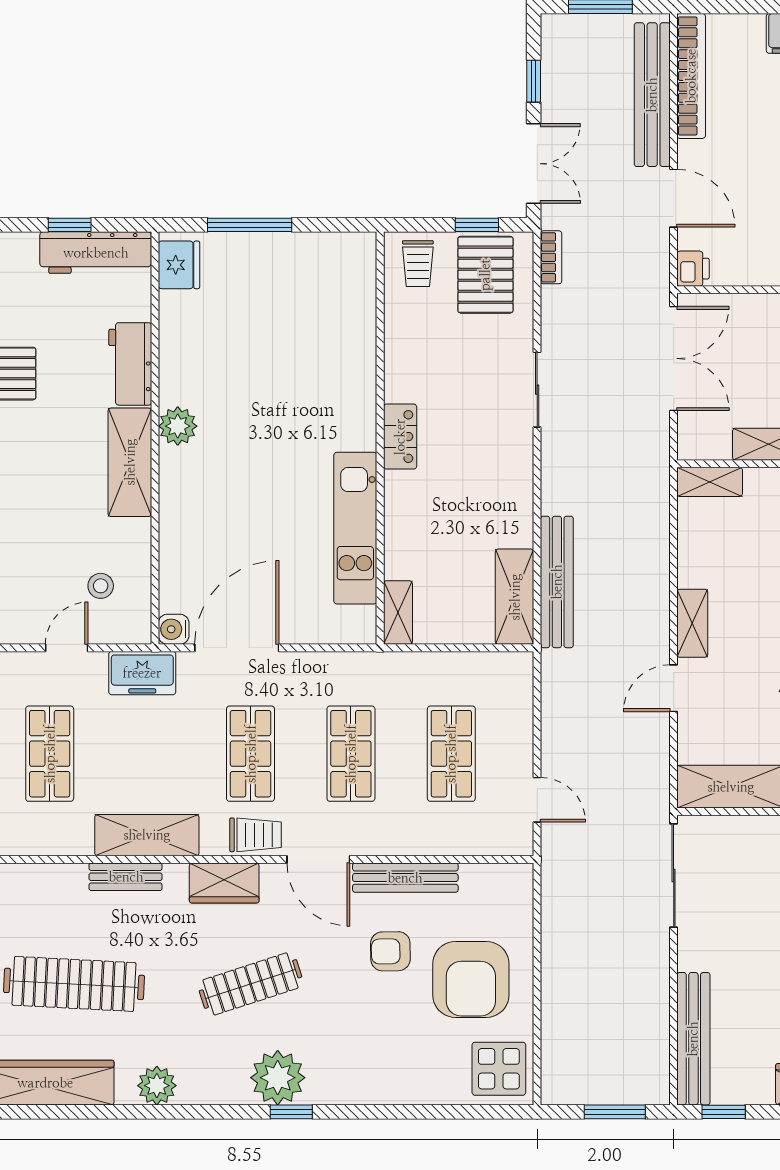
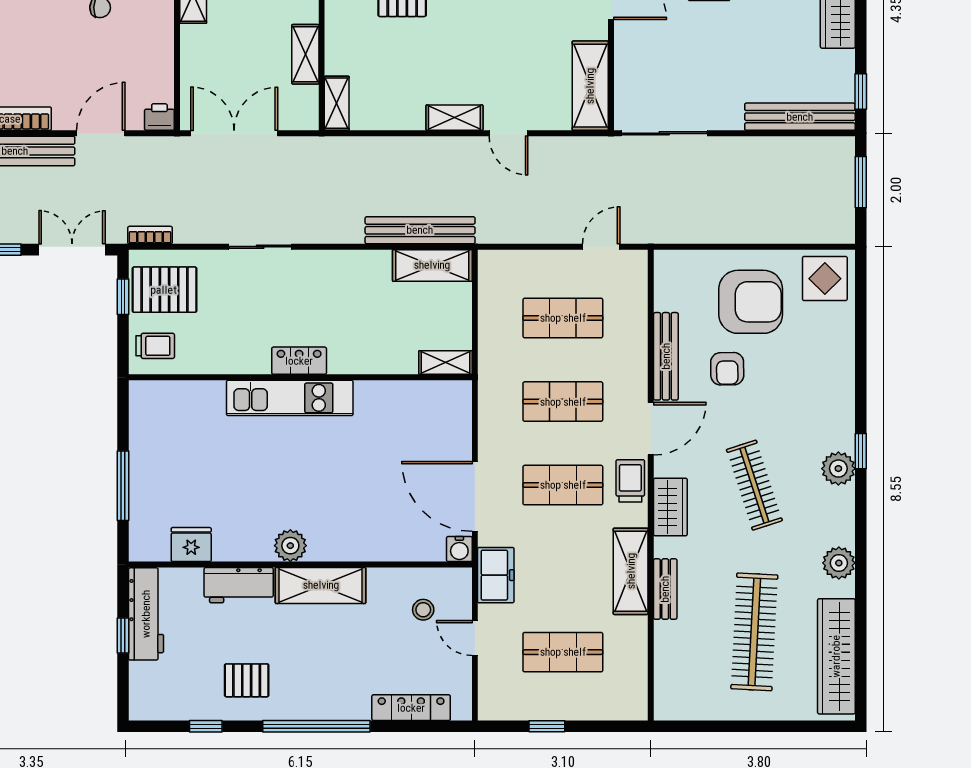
fridge: (179, 265) -> (191, 545), moved
kitchen unit: (355, 528) -> (290, 398), moved
plant: (278, 1078) -> (838, 469), width x0.73, depth x0.73

